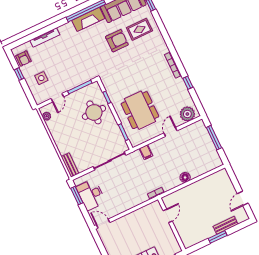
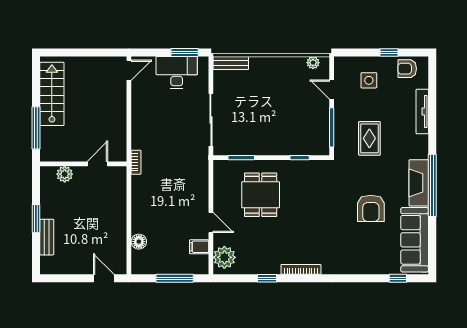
rug: (139, 29) -> (369, 138), moved
dining table: (140, 110) -> (261, 195), width x0.73
round table: (94, 112) -> (287, 130), removed
filing cabinet: (146, 152) -> (199, 247), moved
floor lamp: (185, 177) -> (139, 242), moved
door: (243, 198) -> (104, 278), moved
door: (168, 216) -> (97, 164), swing flipped
plant: (183, 232) -> (65, 174), added

